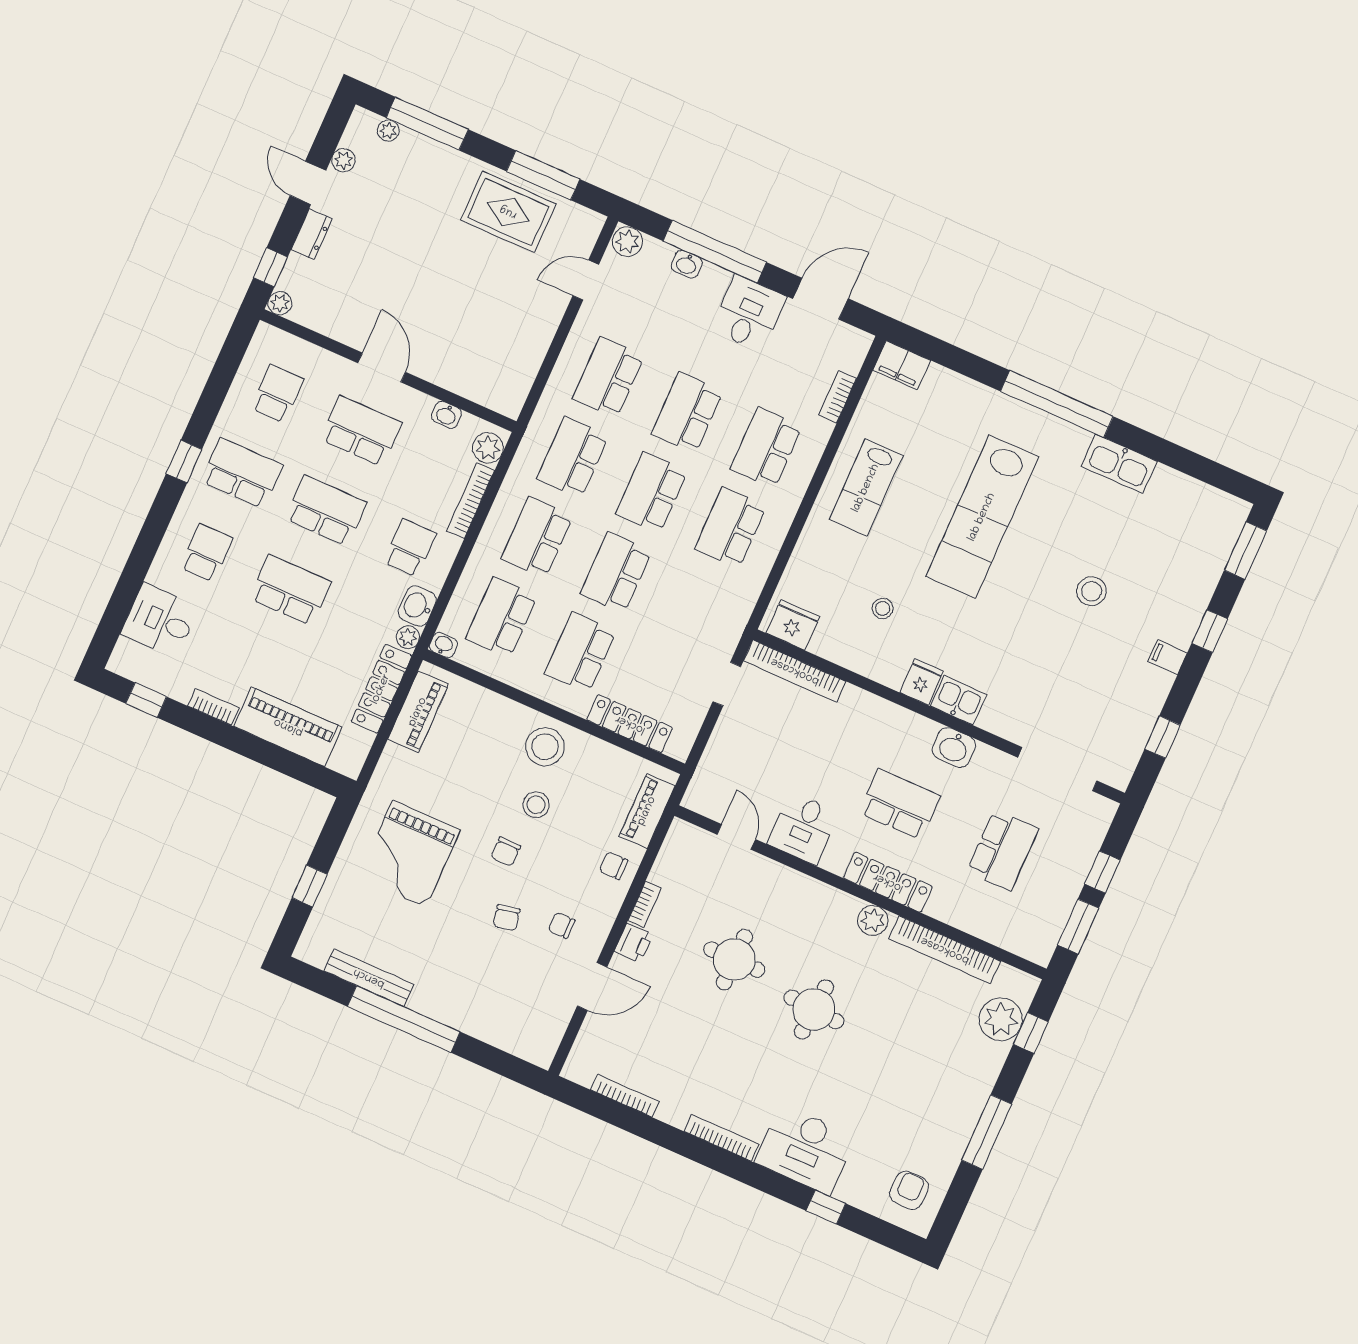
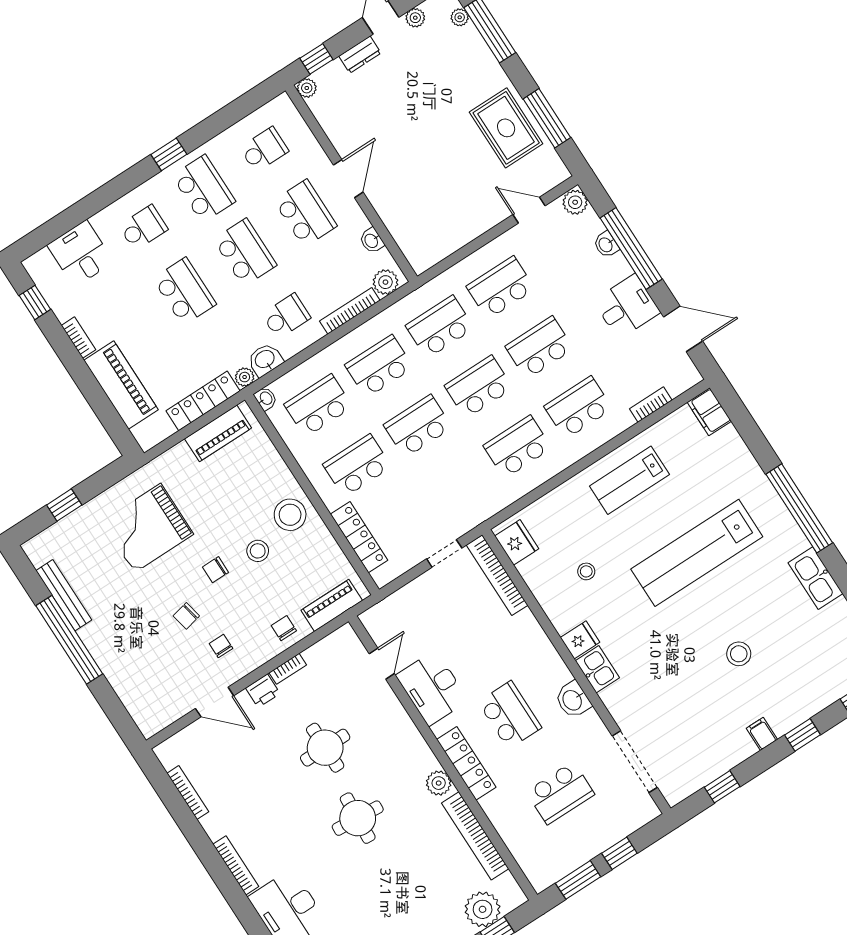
desk: (803, 828) -> (432, 688), width x1.37

